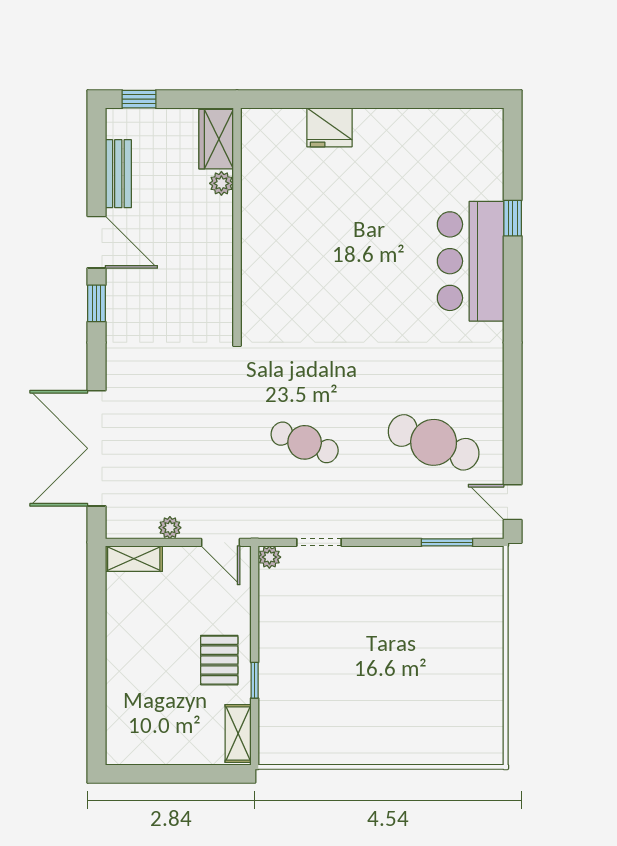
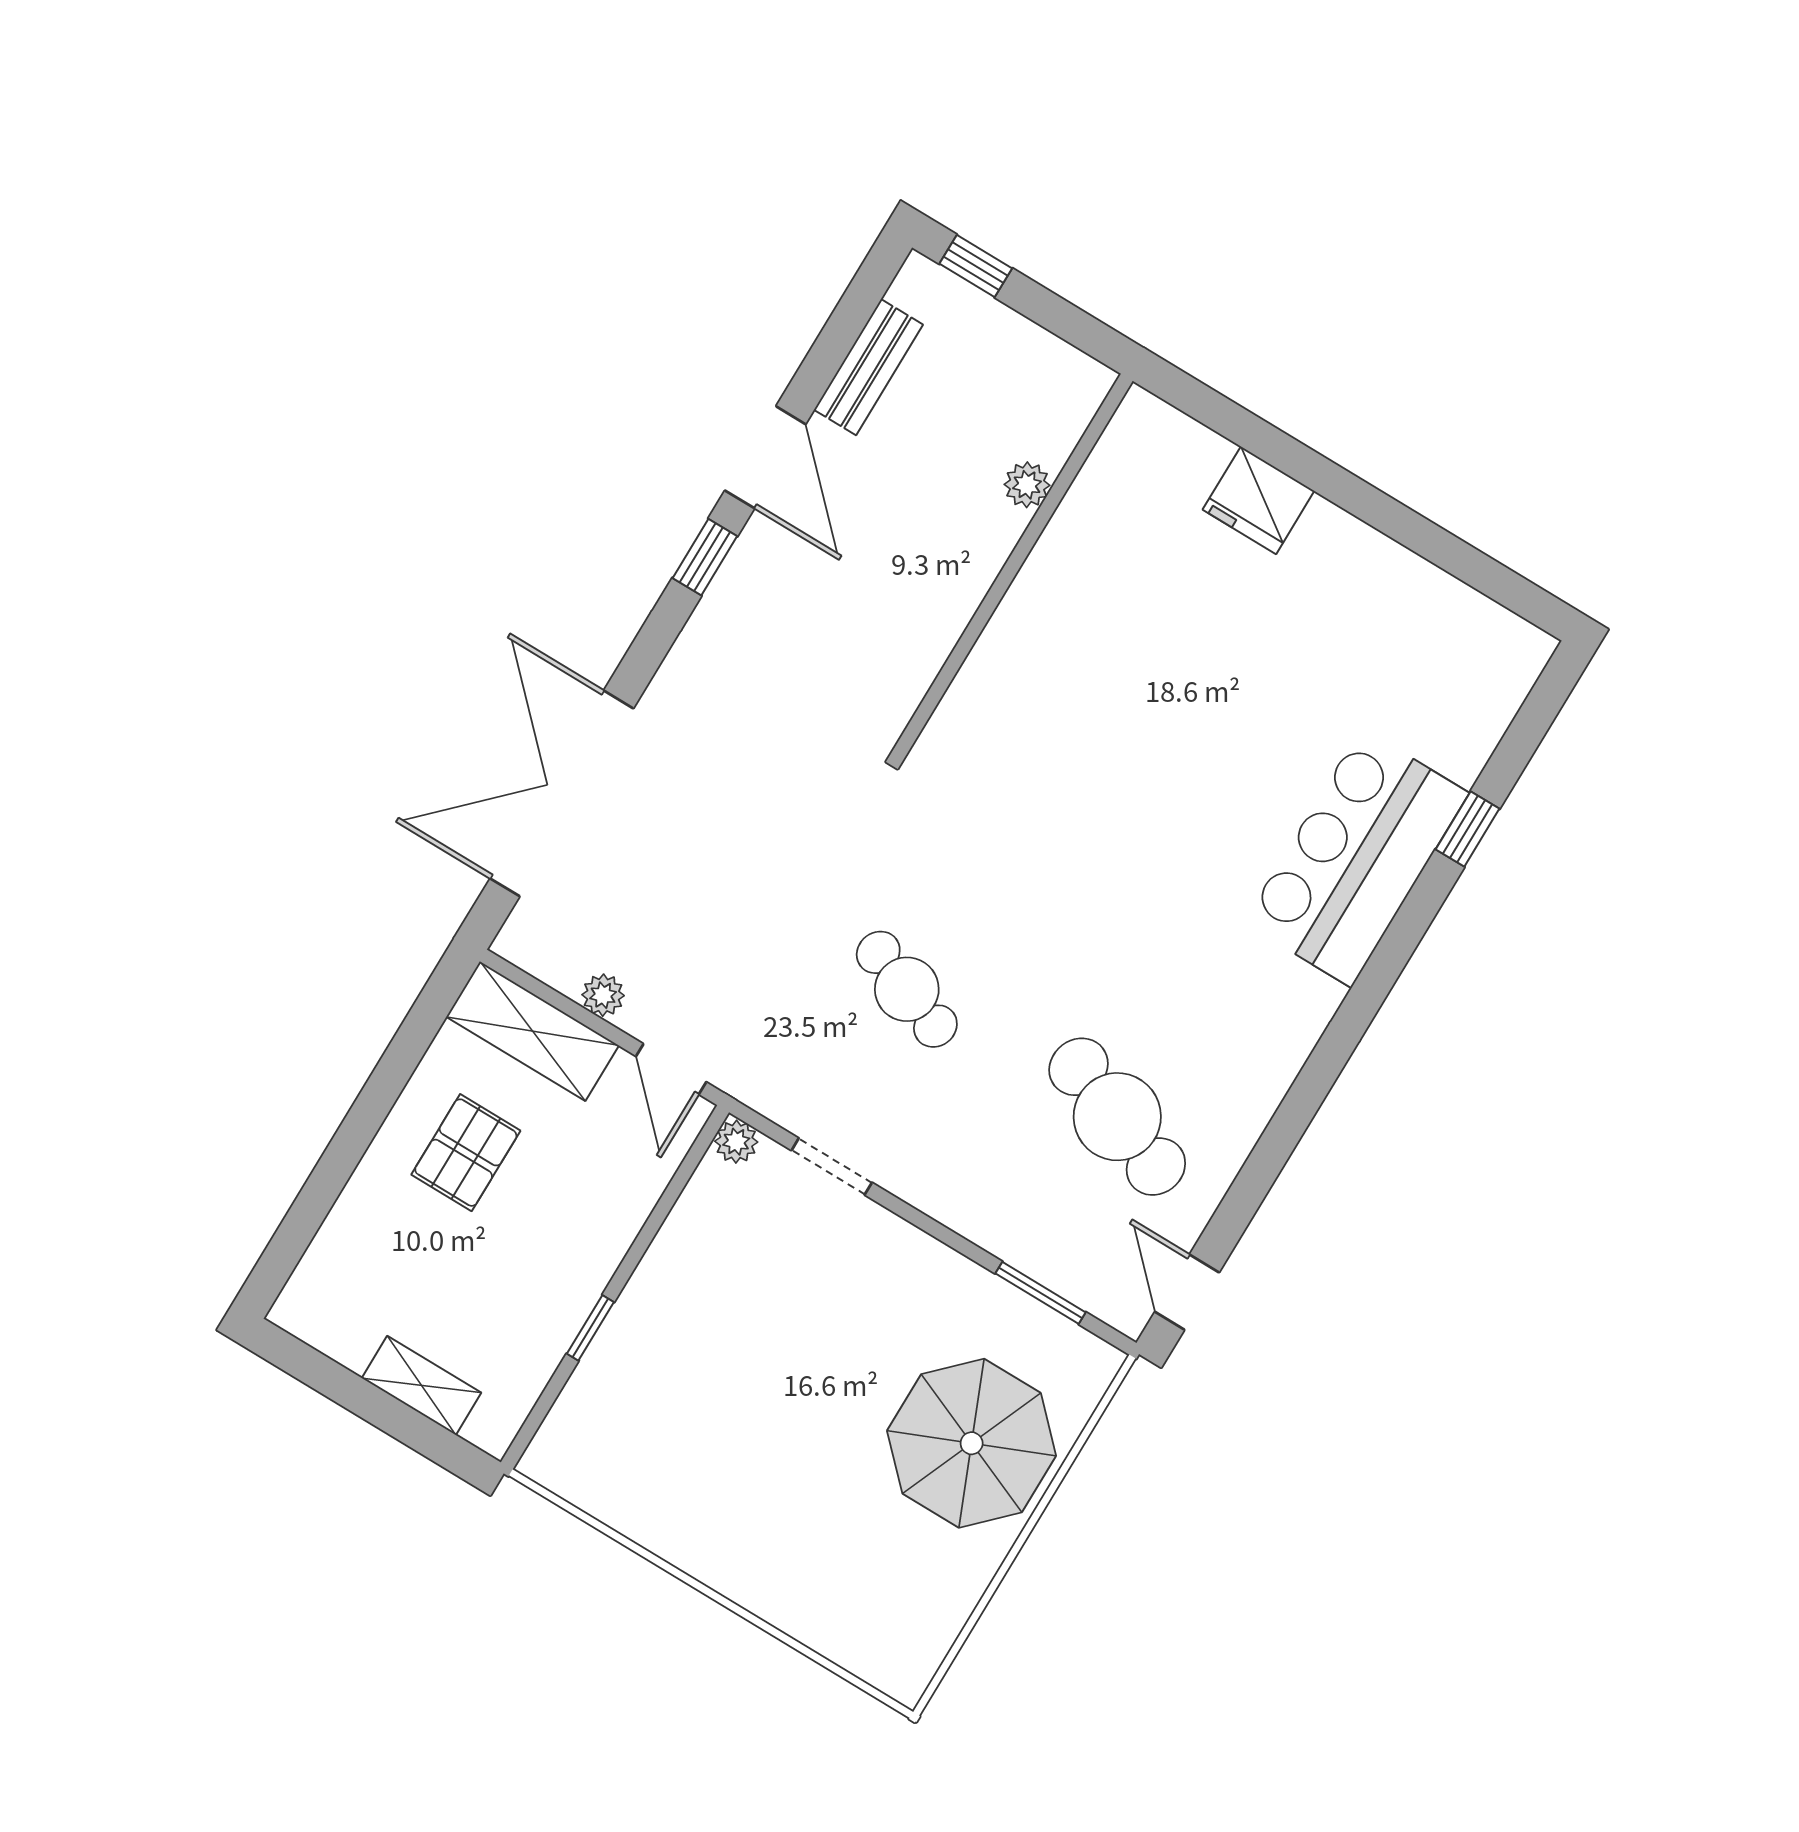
wardrobe: (216, 139) -> (1062, 408), removed
shelving: (134, 559) -> (533, 1031), width x1.50, depth x1.33
parasol: (457, 629) -> (972, 1443), added
pallet: (219, 660) -> (466, 1153), moved
shelving: (238, 733) -> (422, 1385), moved, turned 90

